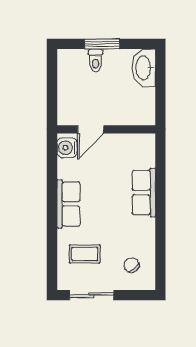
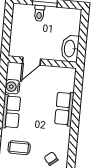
washbasin: (144, 68) -> (70, 49), moved
water cooler: (67, 148) -> (12, 87), moved

